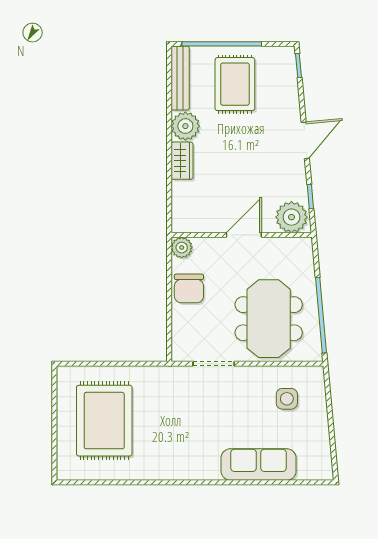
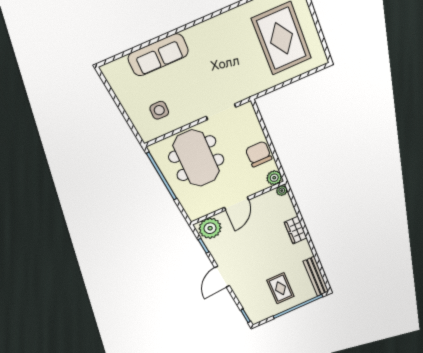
rug: (235, 84) -> (280, 288), width x0.73, depth x0.70
plant: (185, 126) -> (282, 191), moved, width x0.53, depth x0.53

